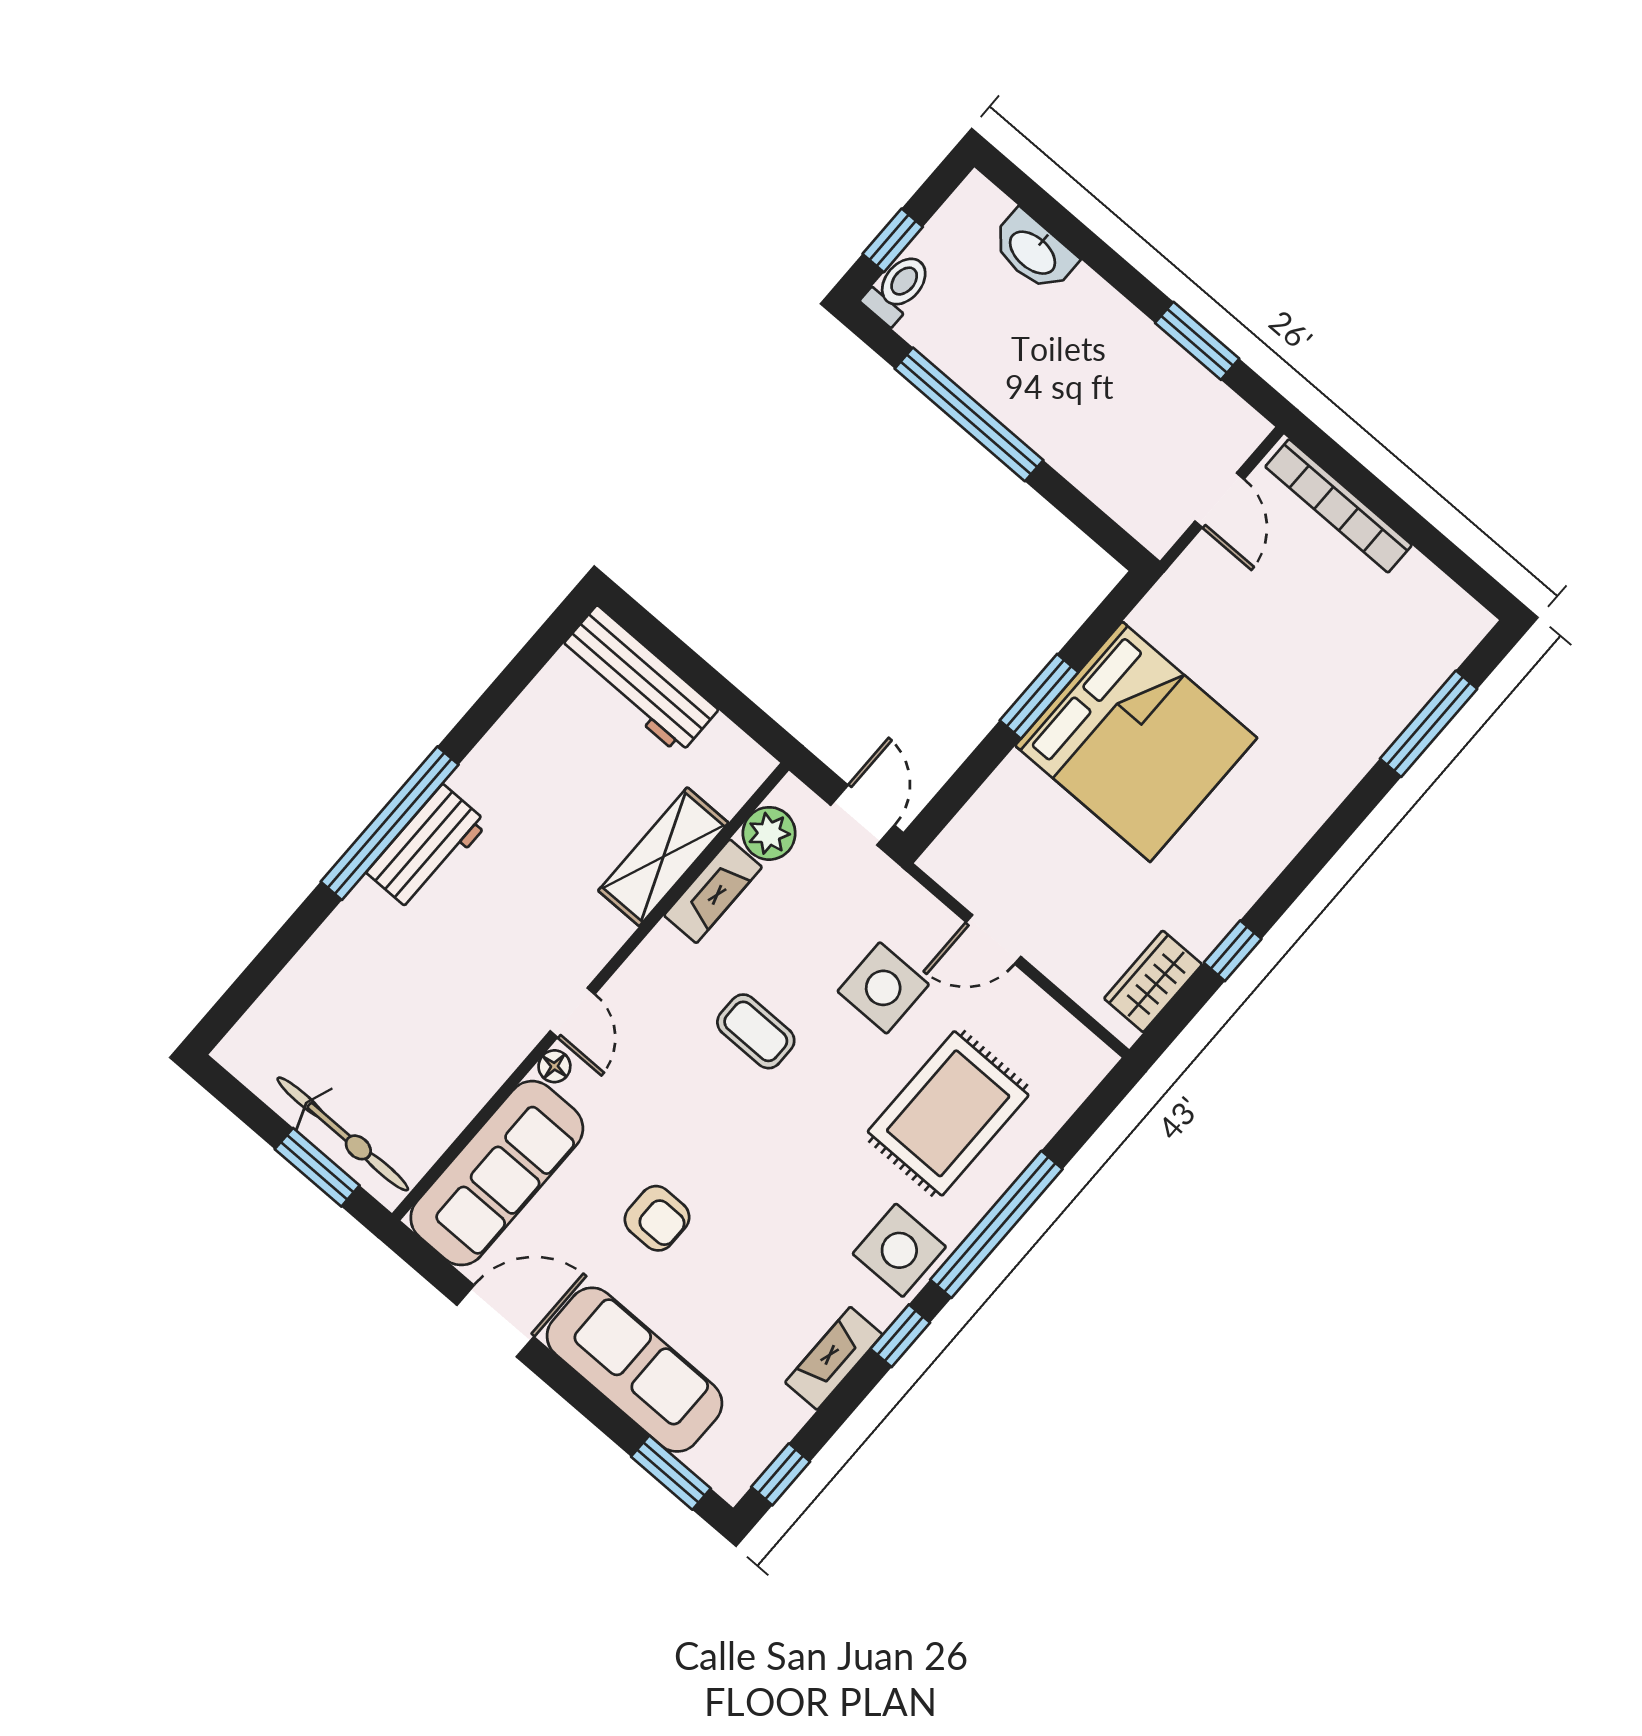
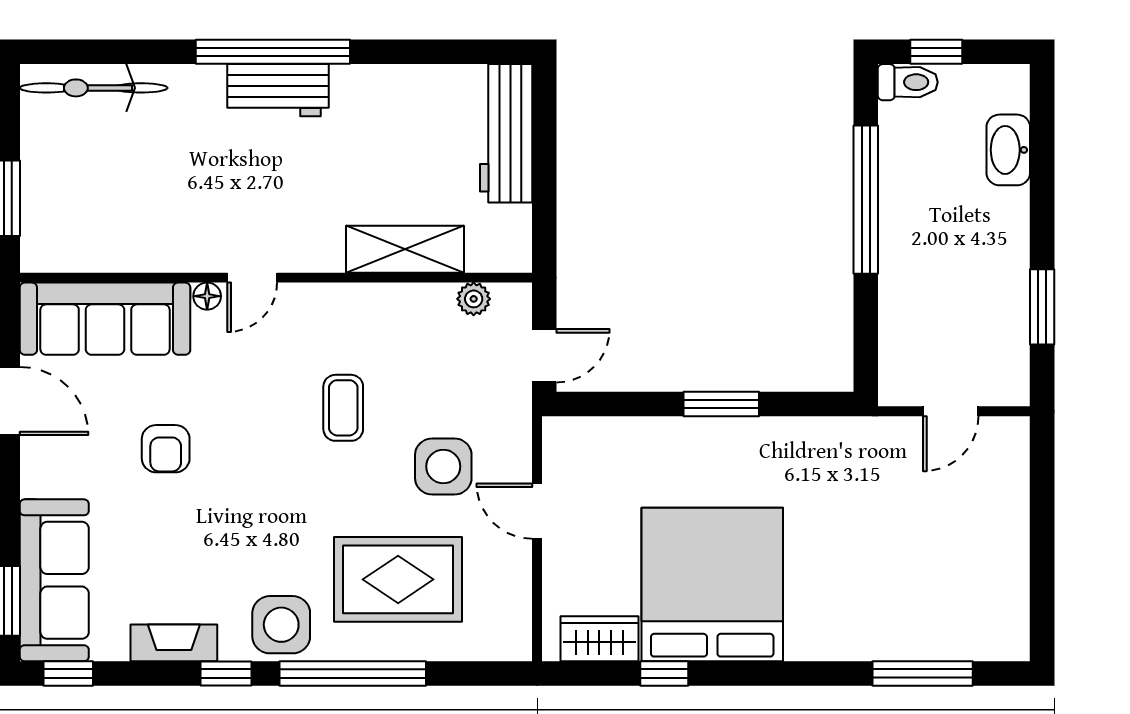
bookcase: (1339, 506) -> (1014, 492), removed
bed: (1136, 742) -> (712, 584), moved, turned 180
plant: (769, 833) -> (474, 299), width x0.73, depth x0.73
fireplace: (713, 891) -> (411, 301), removed
bicycle: (343, 1134) -> (94, 88), moved, turned 90
sofa: (634, 1370) -> (54, 580), moved

